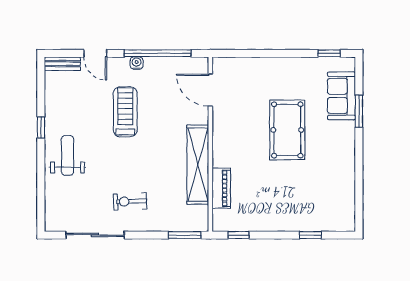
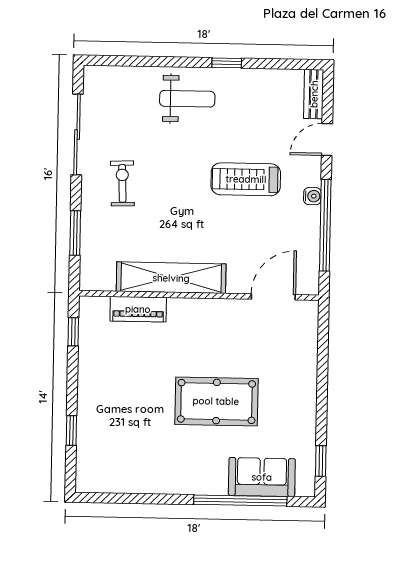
window: (359, 111) -> (240, 501), width x2.11
treadmill: (125, 112) -> (246, 179), turned 180
window: (185, 235) -> (75, 233), moved

